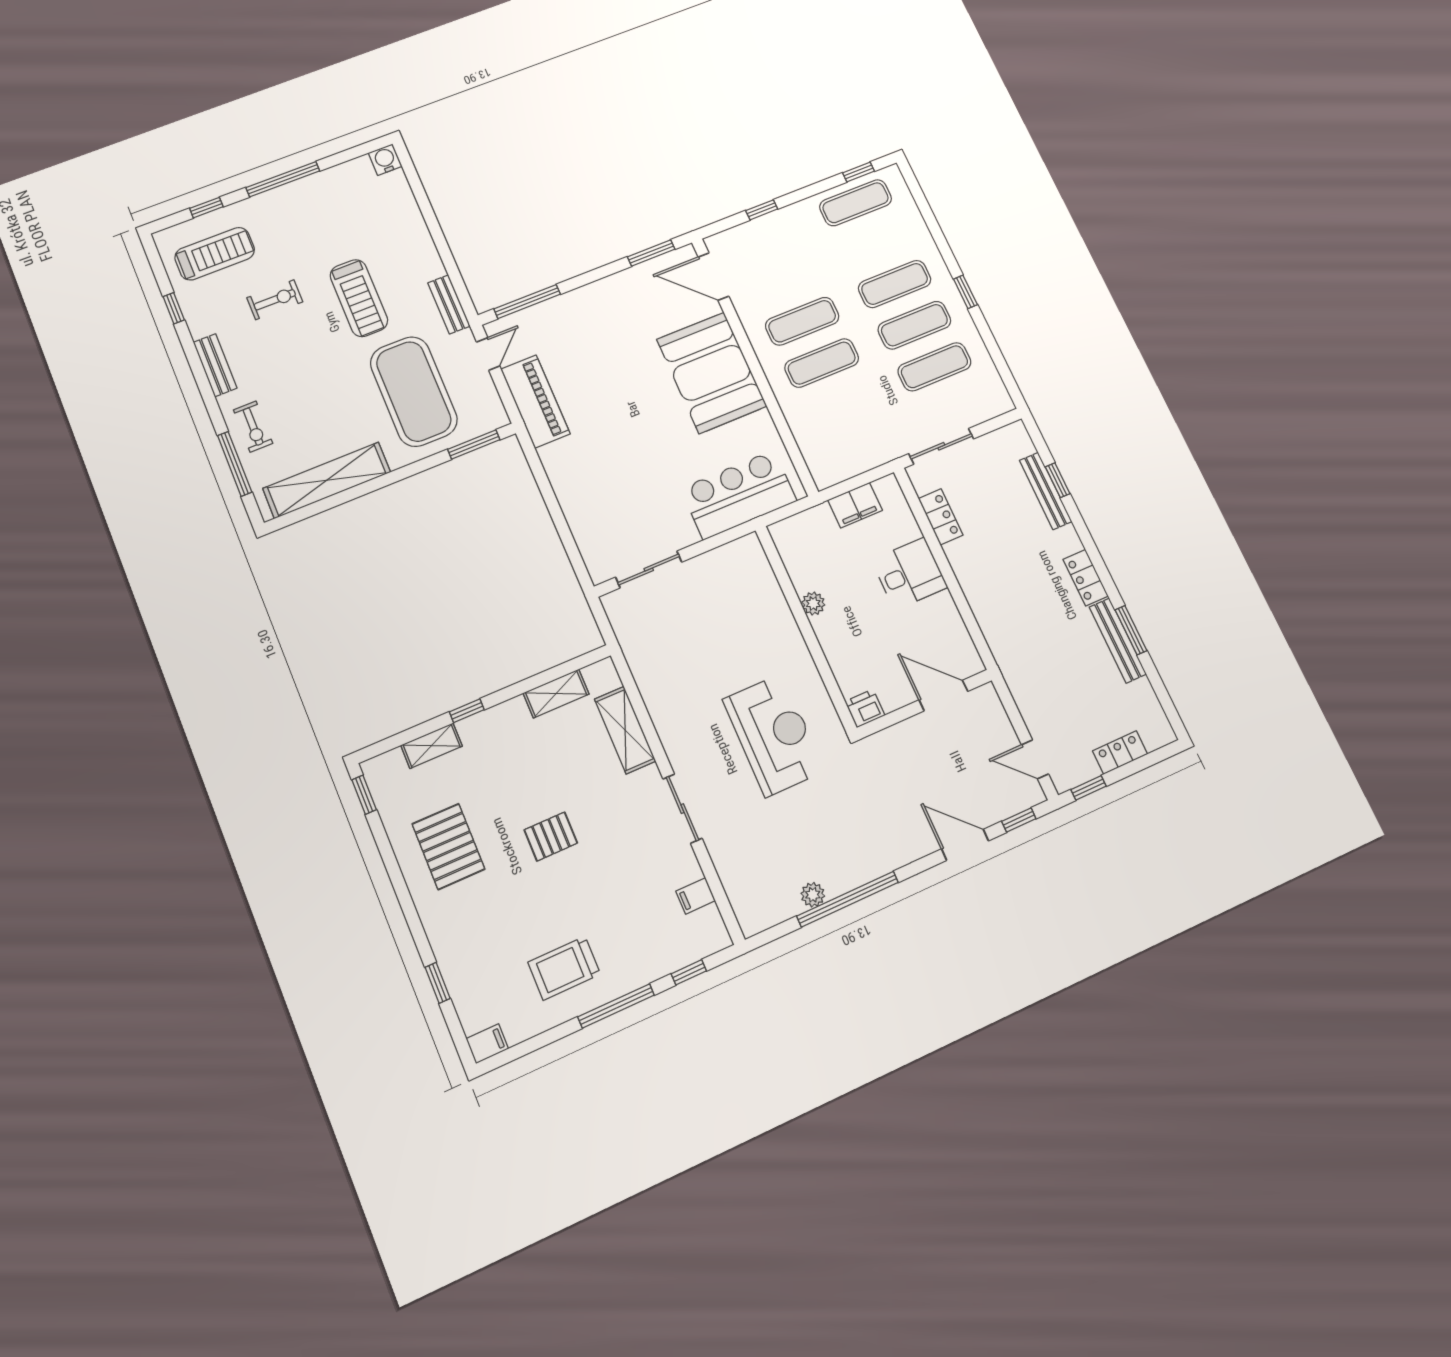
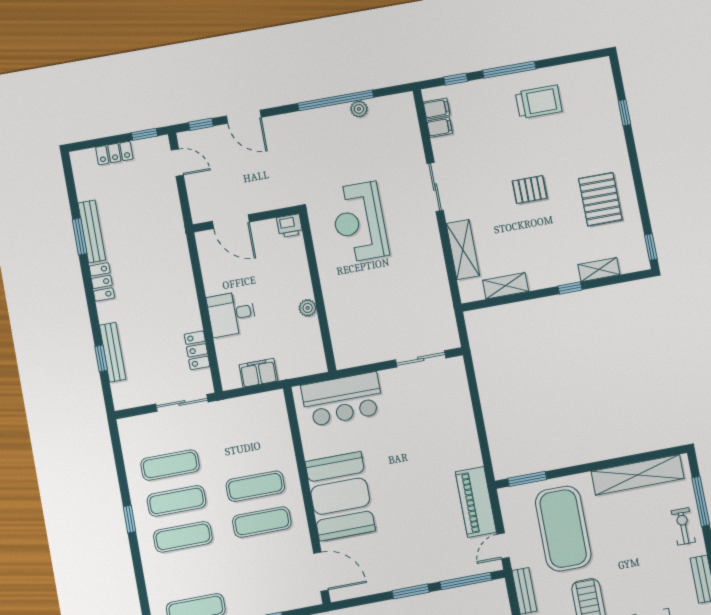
window: (651, 253) -> (411, 591), moved
filing cabinet: (487, 1044) -> (437, 109), moved, turned 180

